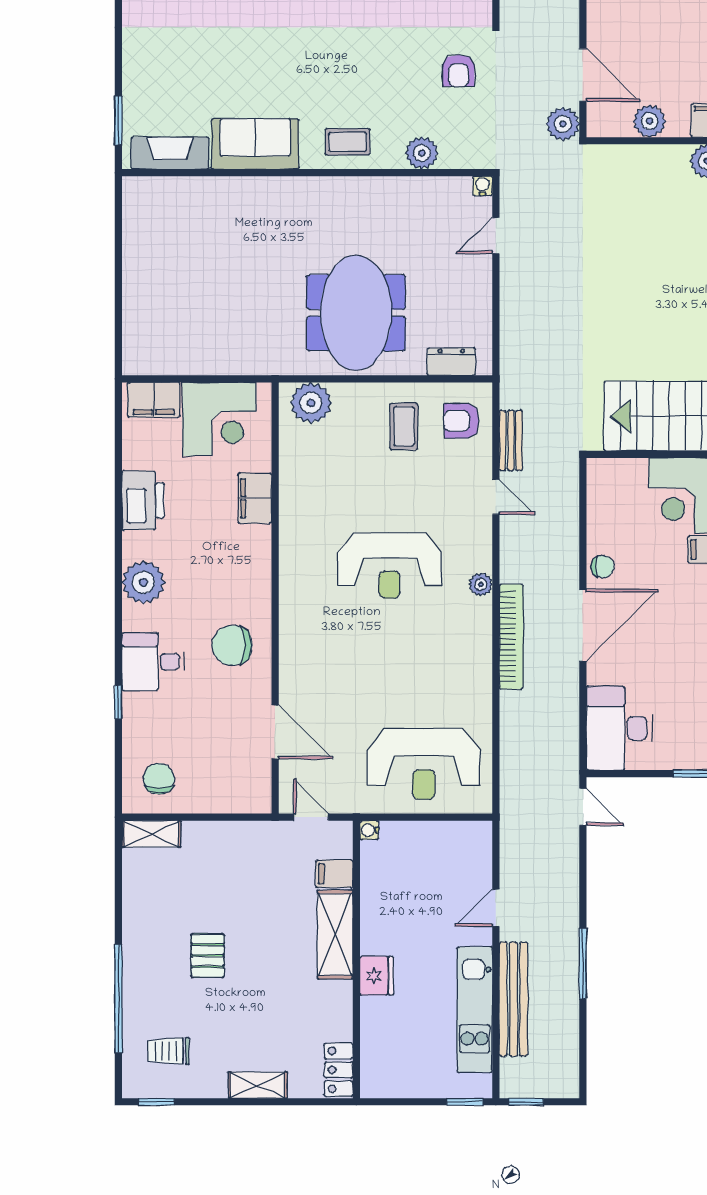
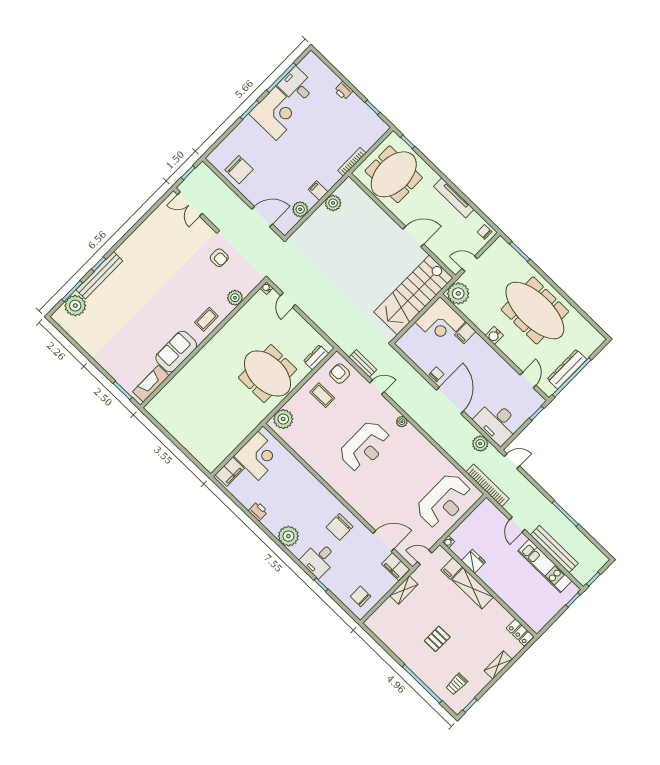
plant: (563, 124) -> (480, 444), moved
armchair: (462, 421) -> (340, 374), turned 90
filing cabinet: (255, 498) -> (396, 567), moved
printer: (143, 500) -> (258, 511), width x0.53, depth x0.68
bookcase: (511, 637) -> (488, 485), moved
shelving: (151, 834) -> (404, 590), moved
pallet: (208, 956) -> (437, 639), turned 90
fridge: (377, 976) -> (473, 561), moved

